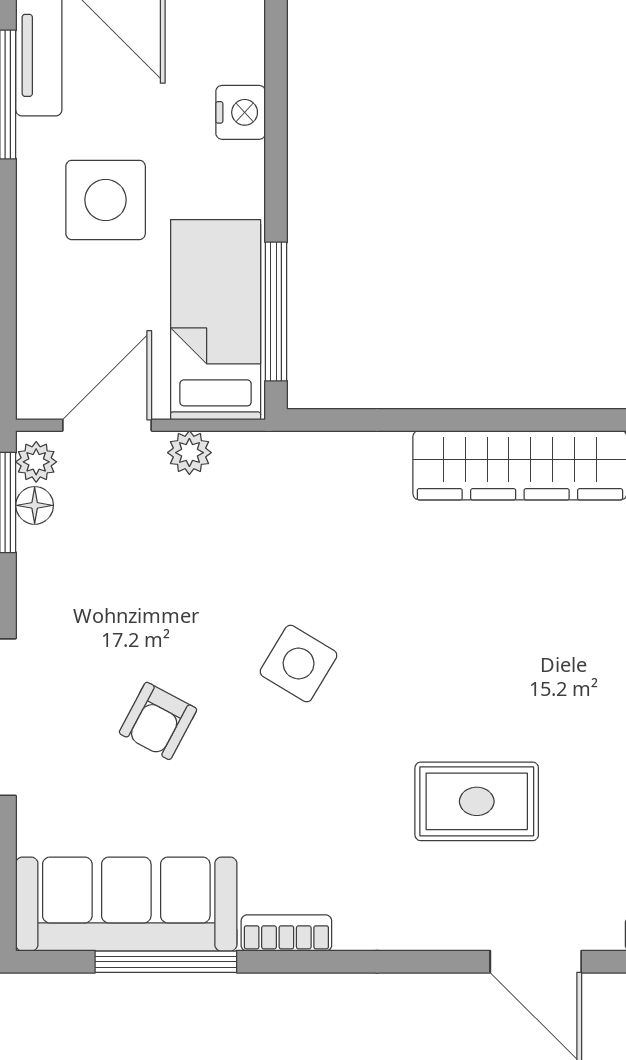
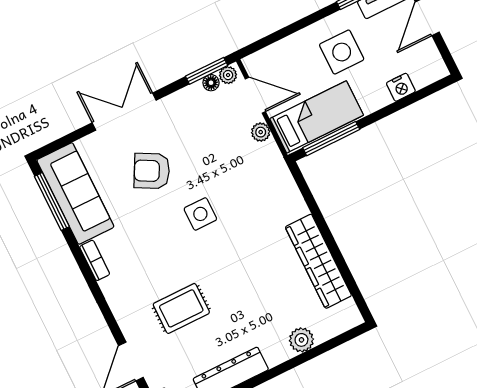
side table: (299, 664) -> (200, 214), turned -31
armchair: (158, 721) -> (152, 171), width x1.38, depth x1.38
rug: (477, 801) -> (181, 308), turned 90
window: (166, 962) -> (52, 201), moved

